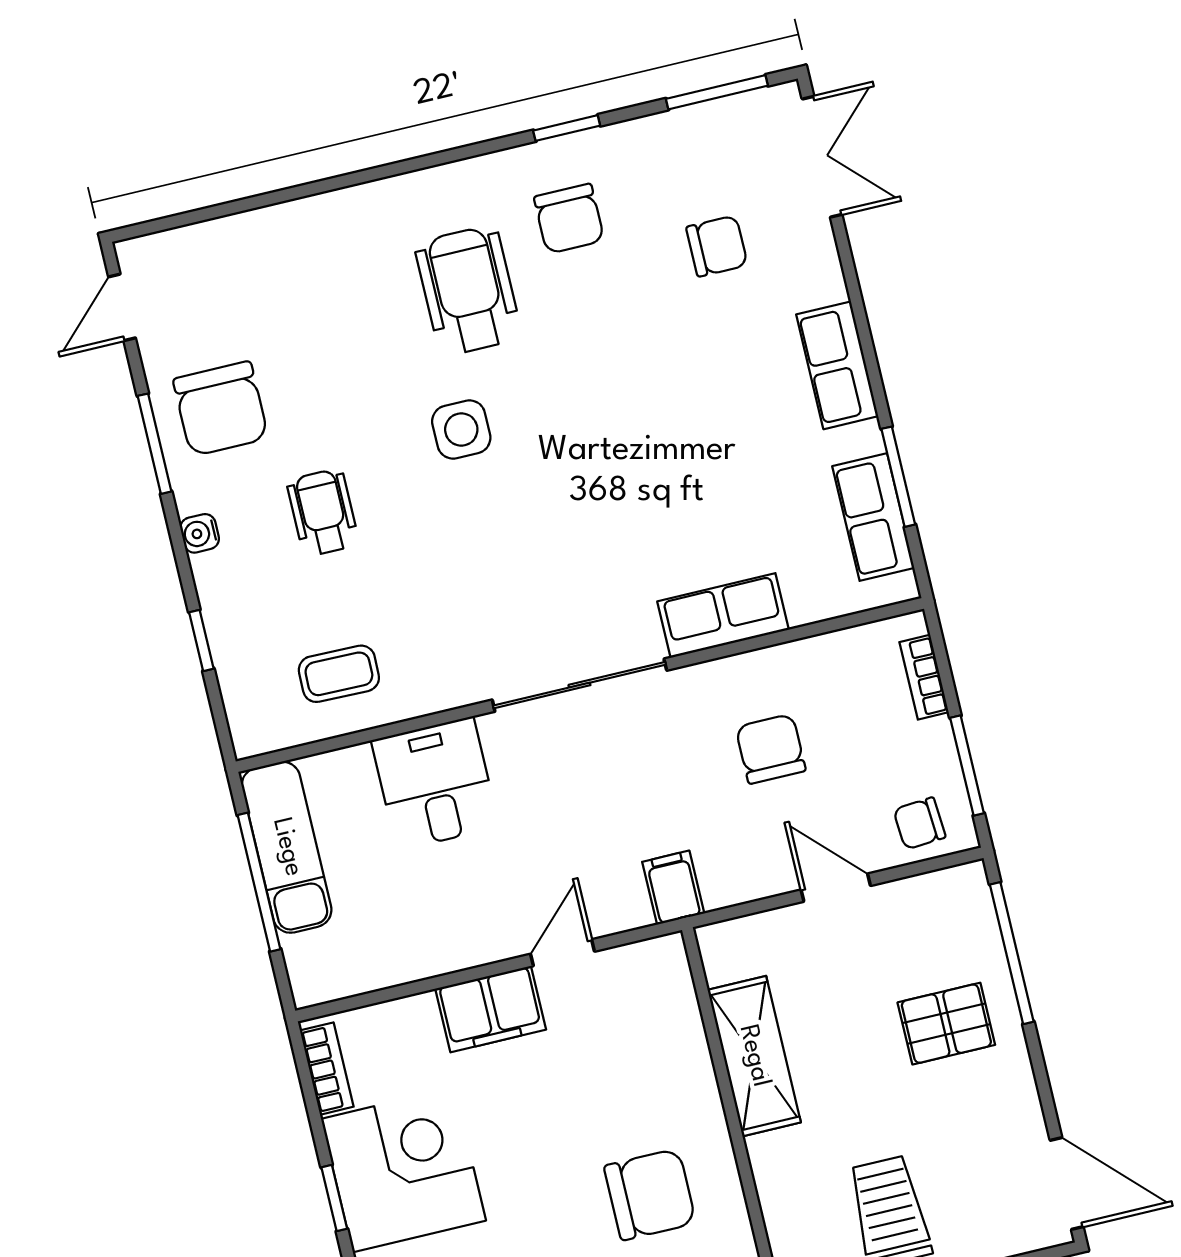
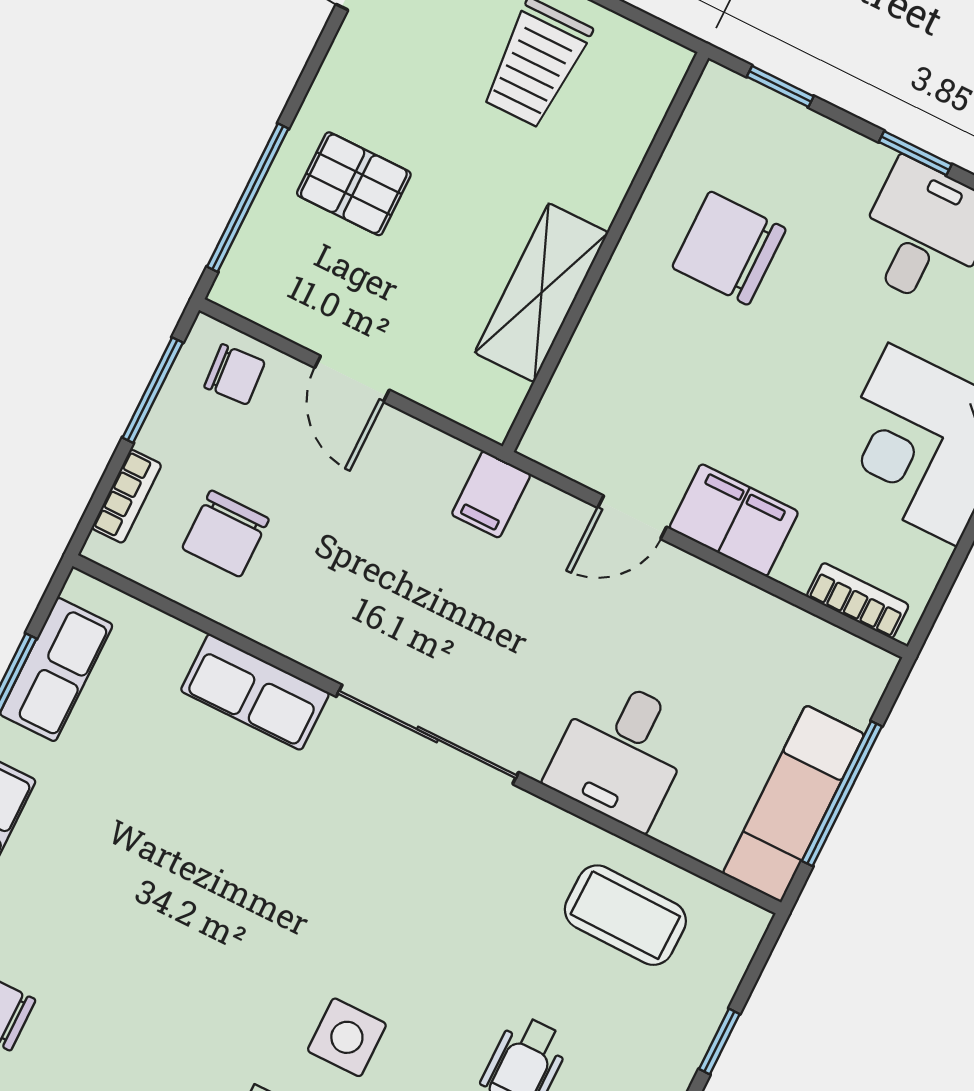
coffee table: (339, 674) -> (625, 915), width x1.36, depth x1.30
chair: (771, 749) -> (226, 534), moved
bookcase: (327, 1069) -> (858, 601), moved, turned 90

